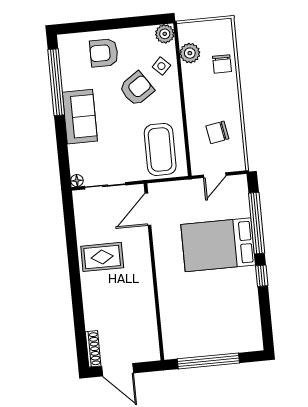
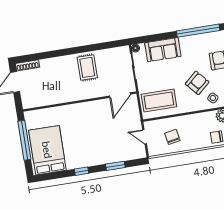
armchair: (137, 89) -> (197, 83), turned -97
sofa: (80, 117) -> (163, 50), moved
door: (148, 209) -> (120, 95), swing flipped
window: (257, 223) -> (115, 166), width x0.47
bed: (218, 245) -> (47, 150), moved

